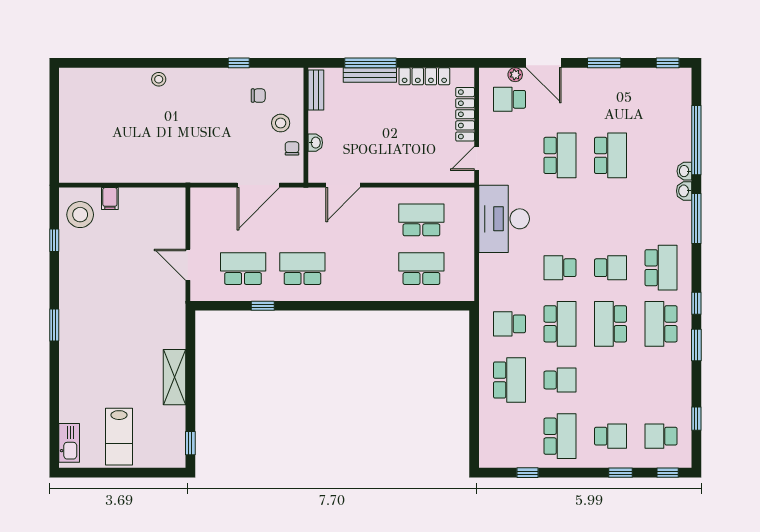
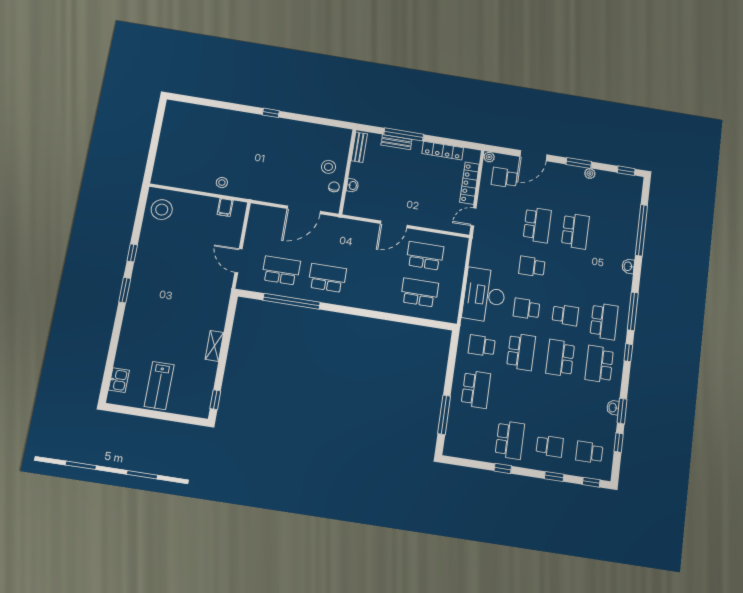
window: (239, 63) -> (271, 113), moved
door: (543, 63) -> (533, 156), hinge flipped
bench: (370, 75) -> (396, 142), width x0.73
plant: (515, 75) -> (489, 157), moved
plant: (620, 75) -> (590, 174), added
stool: (159, 79) -> (222, 183), moved
chair: (258, 96) -> (315, 144), removed
washbasin: (684, 171) -> (613, 408), moved
door: (343, 185) -> (394, 224), moved
filing cabinet: (110, 199) -> (225, 207), moved
desk: (504, 219) -> (484, 295), moved
window: (696, 219) -> (633, 311), moved
window: (54, 240) -> (132, 253), moved
window: (263, 306) -> (292, 301), width x3.17
window: (696, 345) -> (622, 411), moved
shelving: (175, 377) -> (214, 346), width x0.67, depth x0.75
school desk: (560, 380) -> (532, 267), moved, turned 180
window: (474, 418) -> (444, 415), added
kitchen sink: (69, 443) -> (119, 380), width x0.73
window: (528, 473) -> (503, 468), moved

